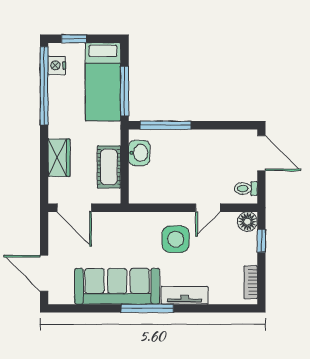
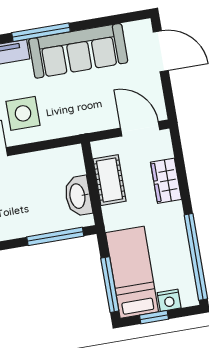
window: (74, 39) -> (154, 317), moved
nightstand: (57, 65) -> (169, 300), moved, turned 90
window: (125, 91) -> (110, 285), moved
washbasin: (139, 153) -> (78, 196), width x1.38

